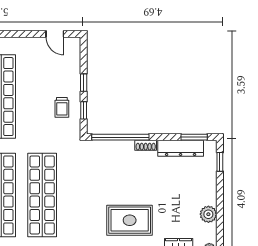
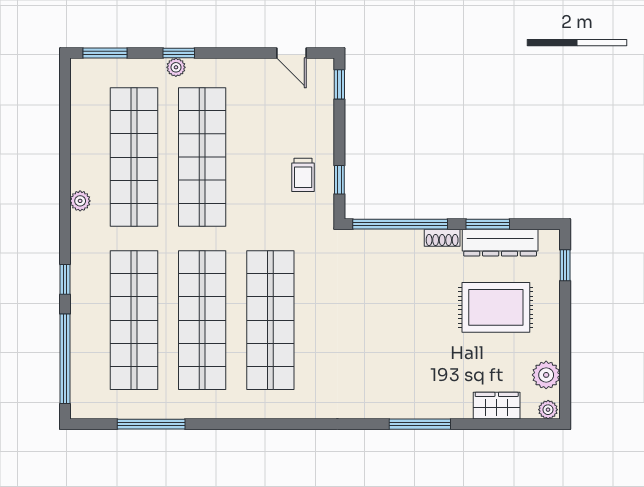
window: (84, 83) -> (339, 84), moved
window: (194, 137) -> (488, 224), moved
plant: (208, 214) -> (546, 375), moved
rug: (130, 220) -> (496, 307), moved

